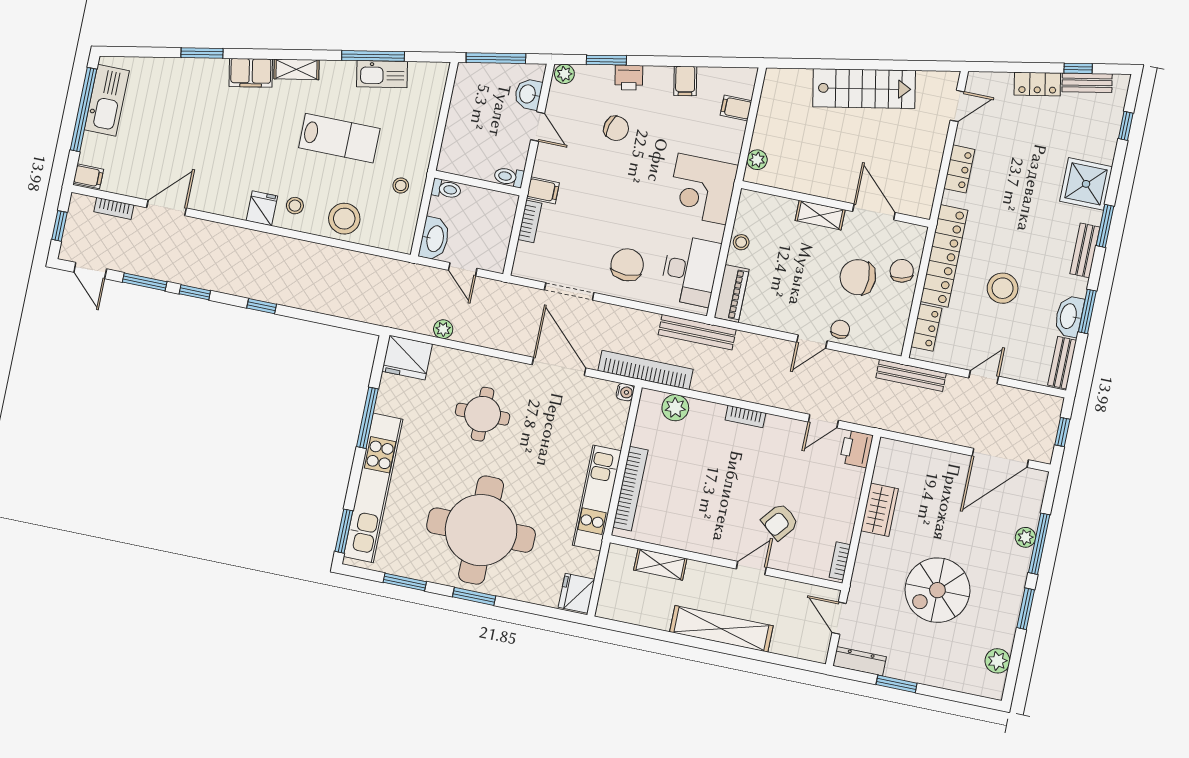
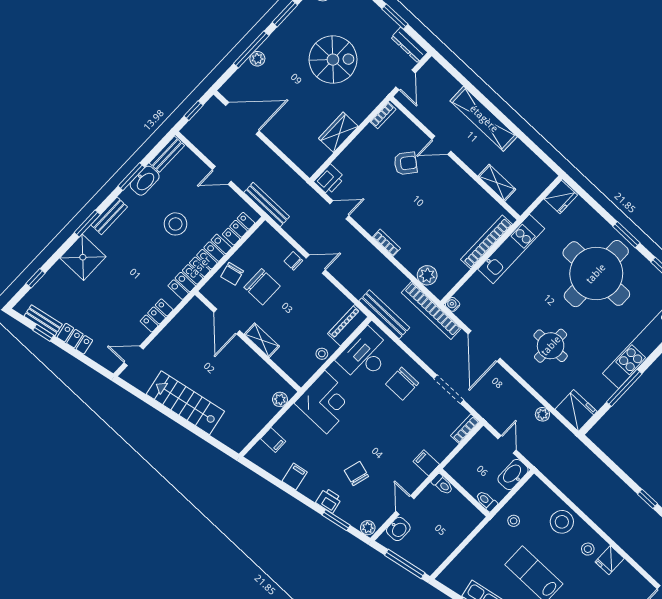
bookcase: (530, 221) -> (465, 429), moved
chair: (840, 329) -> (293, 261), turned 90

